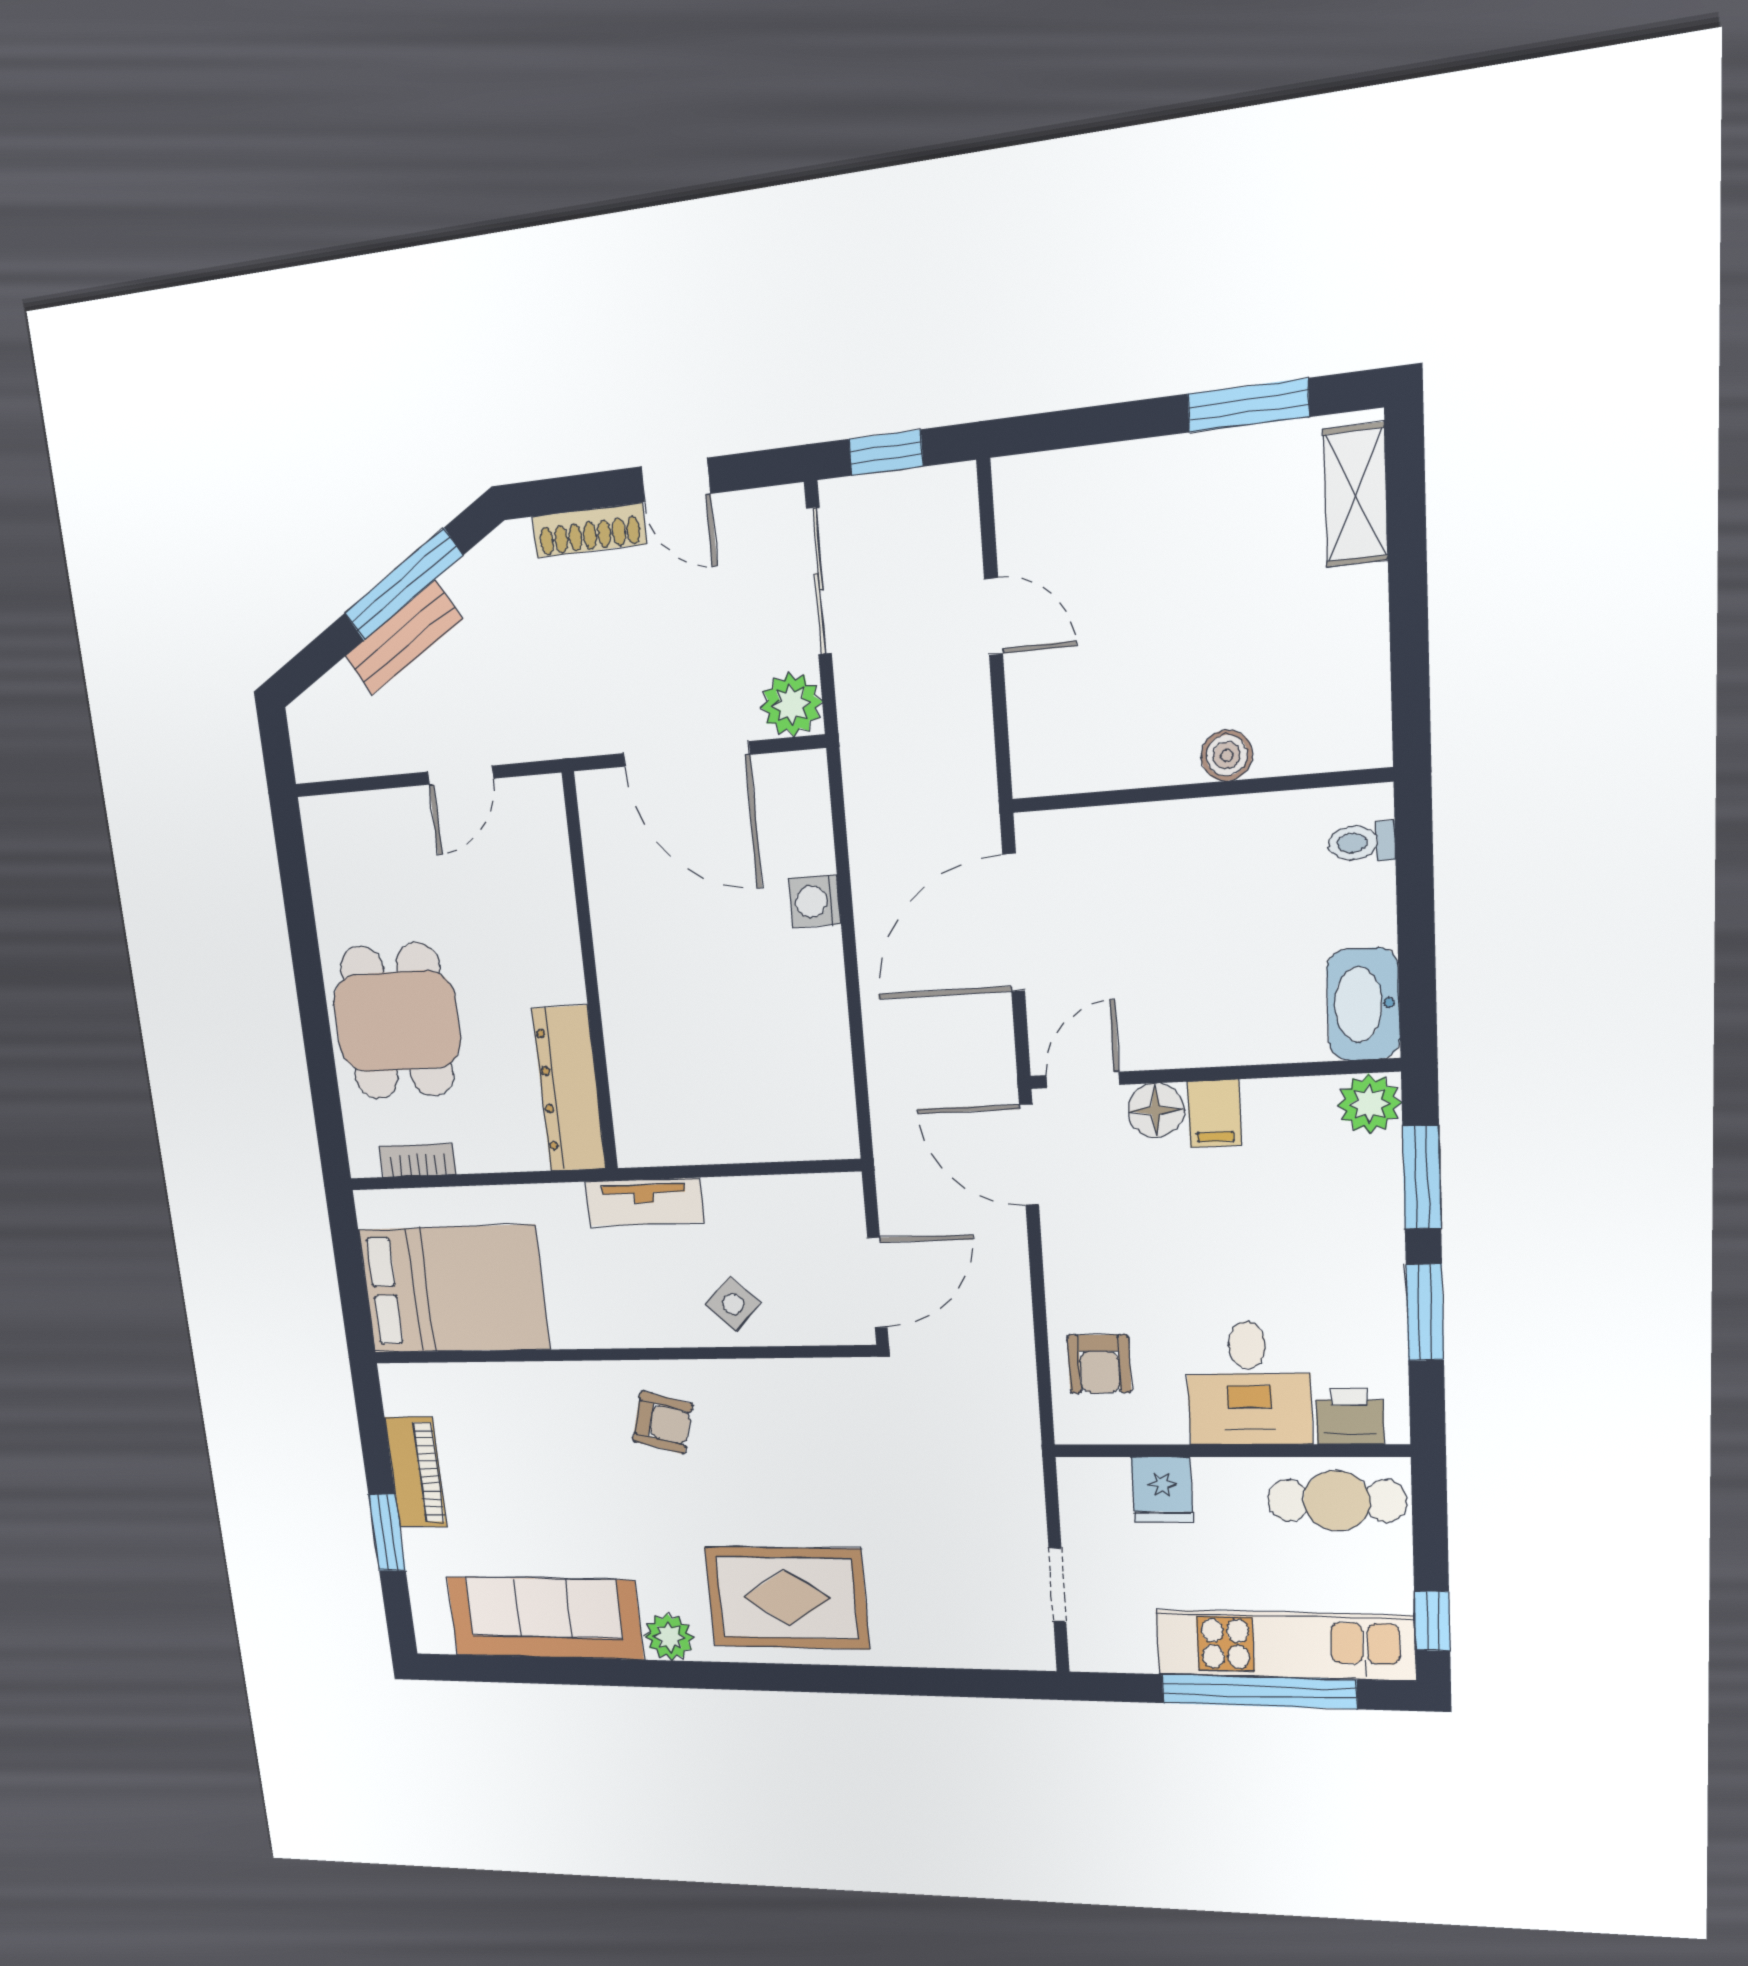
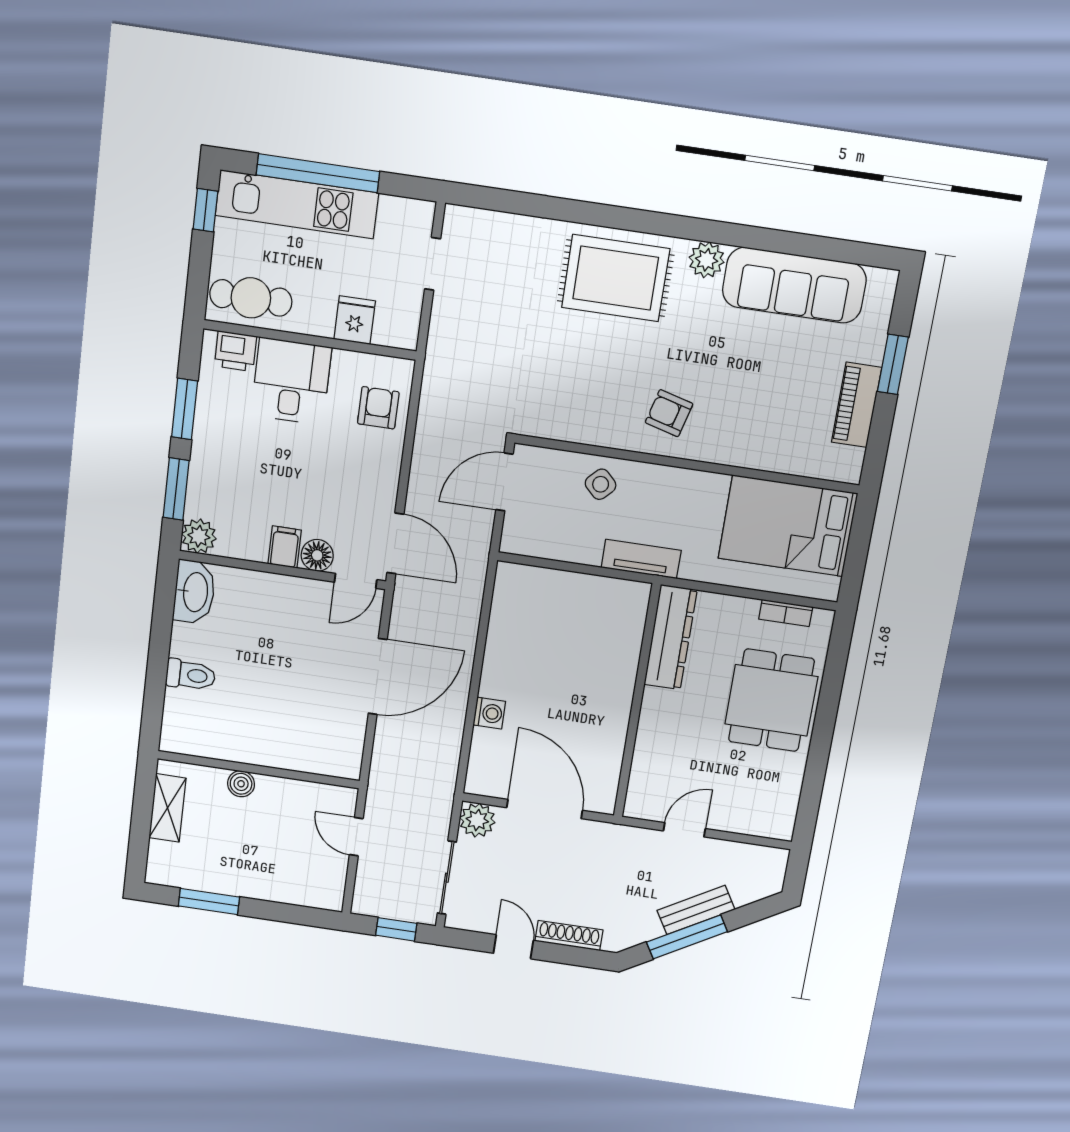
shelving: (1355, 495) -> (167, 808), moved
boiler: (1227, 755) -> (241, 784), moved
wall: (1199, 790) -> (259, 770), moved
toilet: (1362, 842) -> (191, 675), width x1.37, depth x1.39

